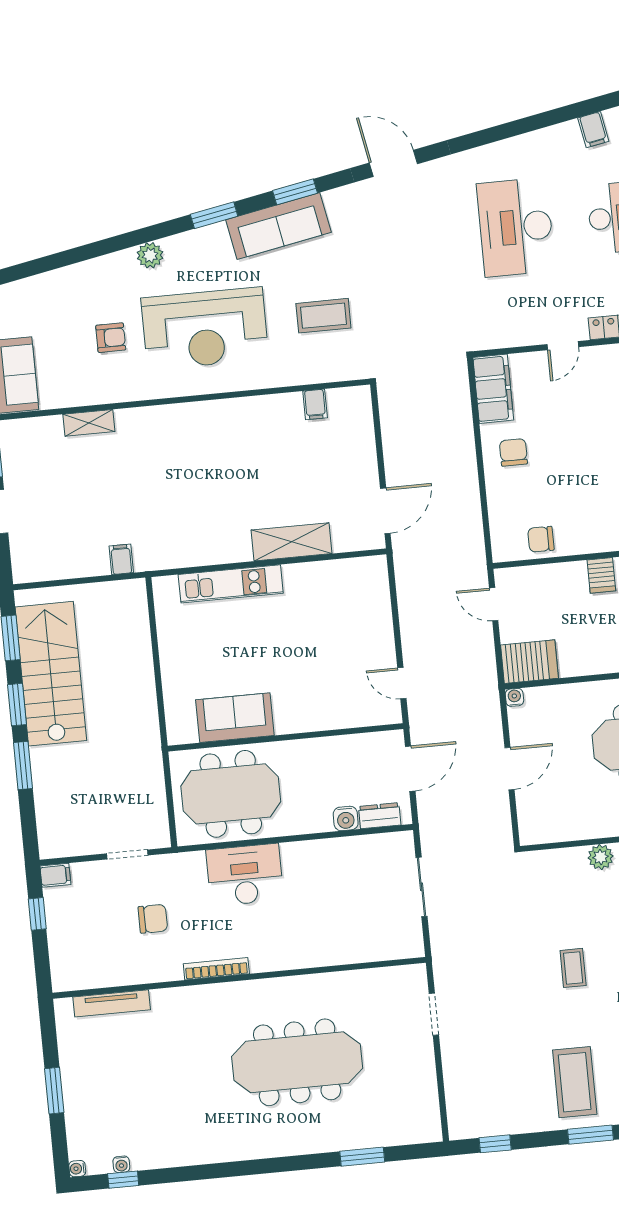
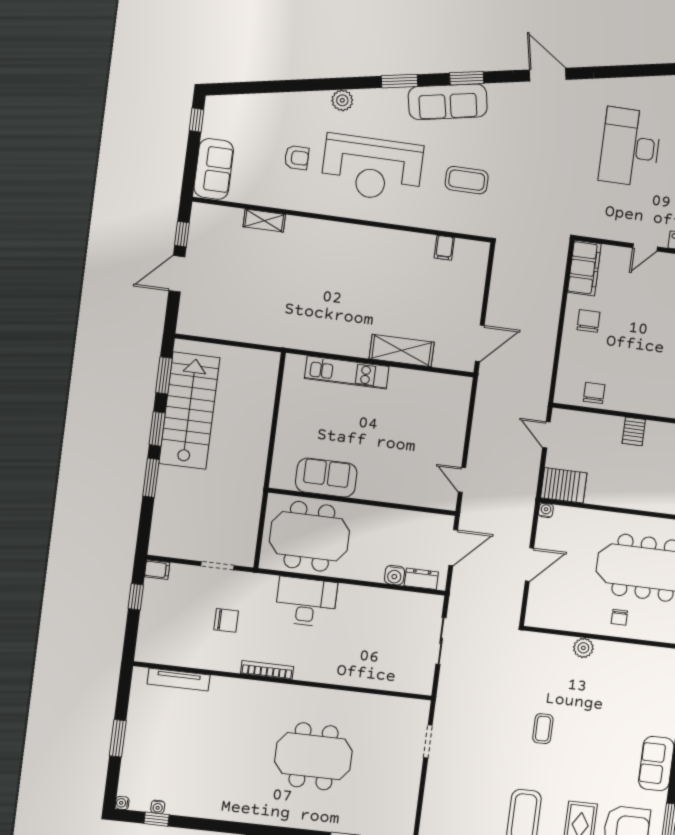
chair: (541, 539) -> (594, 393), turned 90
filing cabinet: (121, 559) -> (265, 334), removed
meeting table: (297, 1062) -> (314, 756), width x0.73

